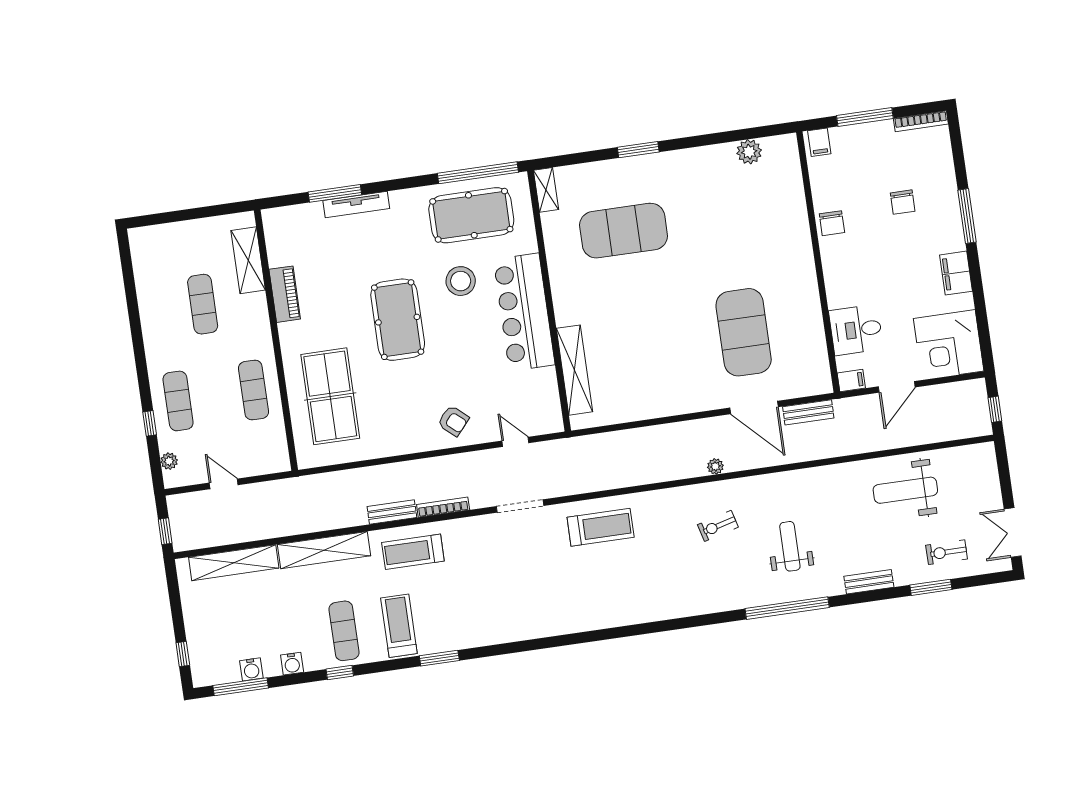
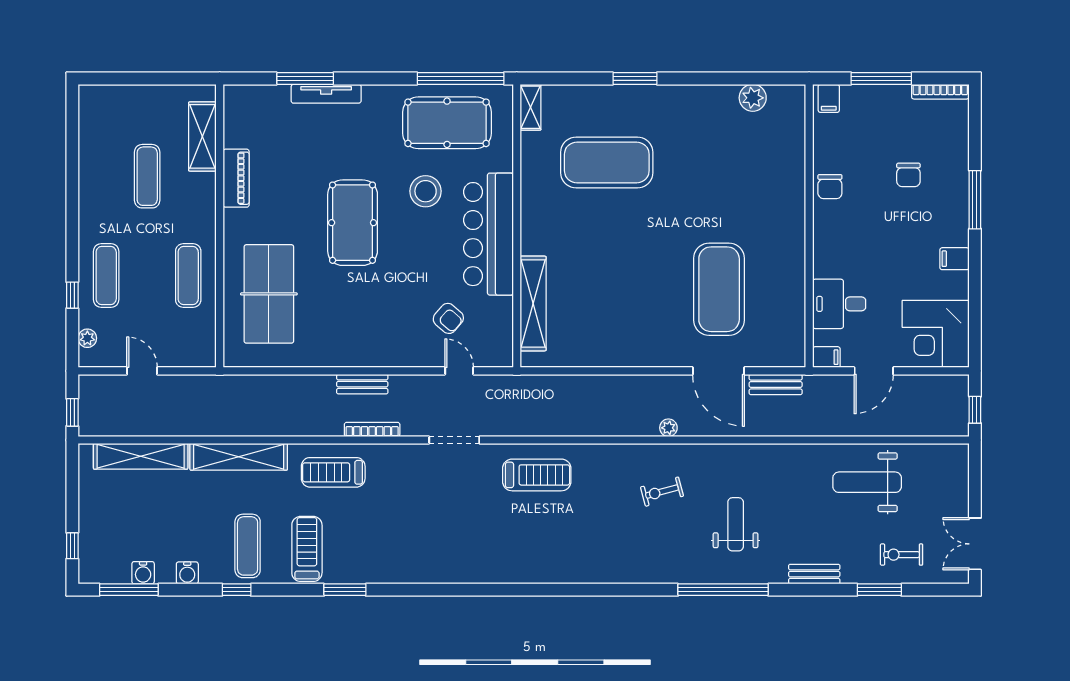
filing cabinet: (956, 273) -> (954, 259), width x0.50
armchair: (453, 421) -> (448, 318), moved
bench: (392, 512) -> (362, 384), moved

